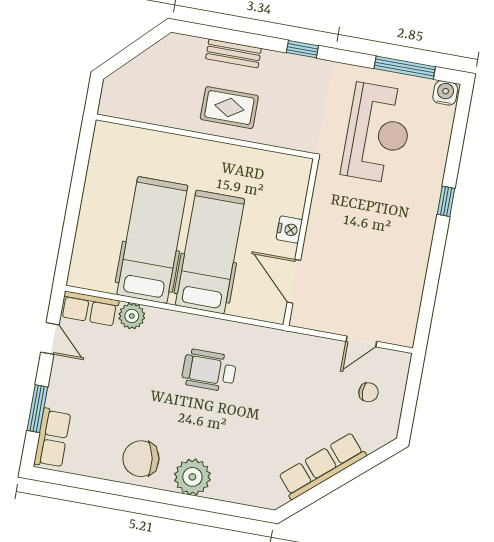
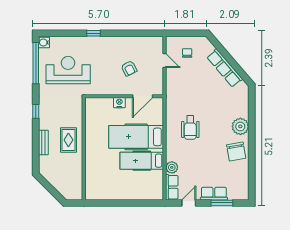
window: (405, 68) -> (36, 63), width x1.46
hospital bed: (152, 240) -> (142, 161), width x0.73, depth x0.78
armchair: (358, 263) -> (129, 68), added
row of seats: (52, 438) -> (214, 194), moved

